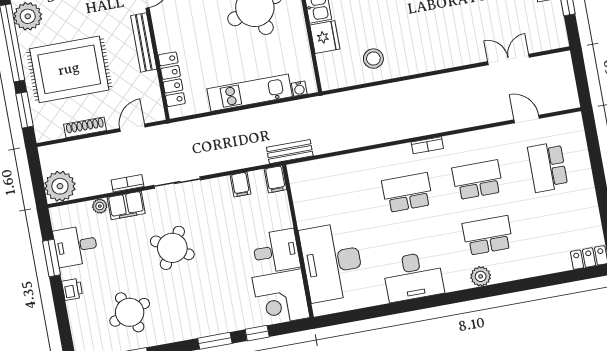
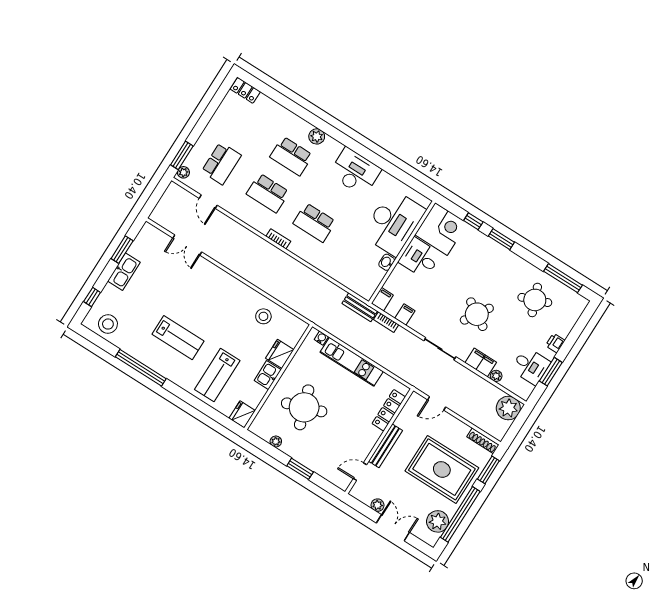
plant: (576, 125) -> (183, 172), added
shoe rack: (85, 127) -> (483, 441), moved
window: (592, 140) -> (182, 155), added
bookcase: (127, 183) -> (386, 322), moved
washbasin: (304, 218) -> (387, 262), added

